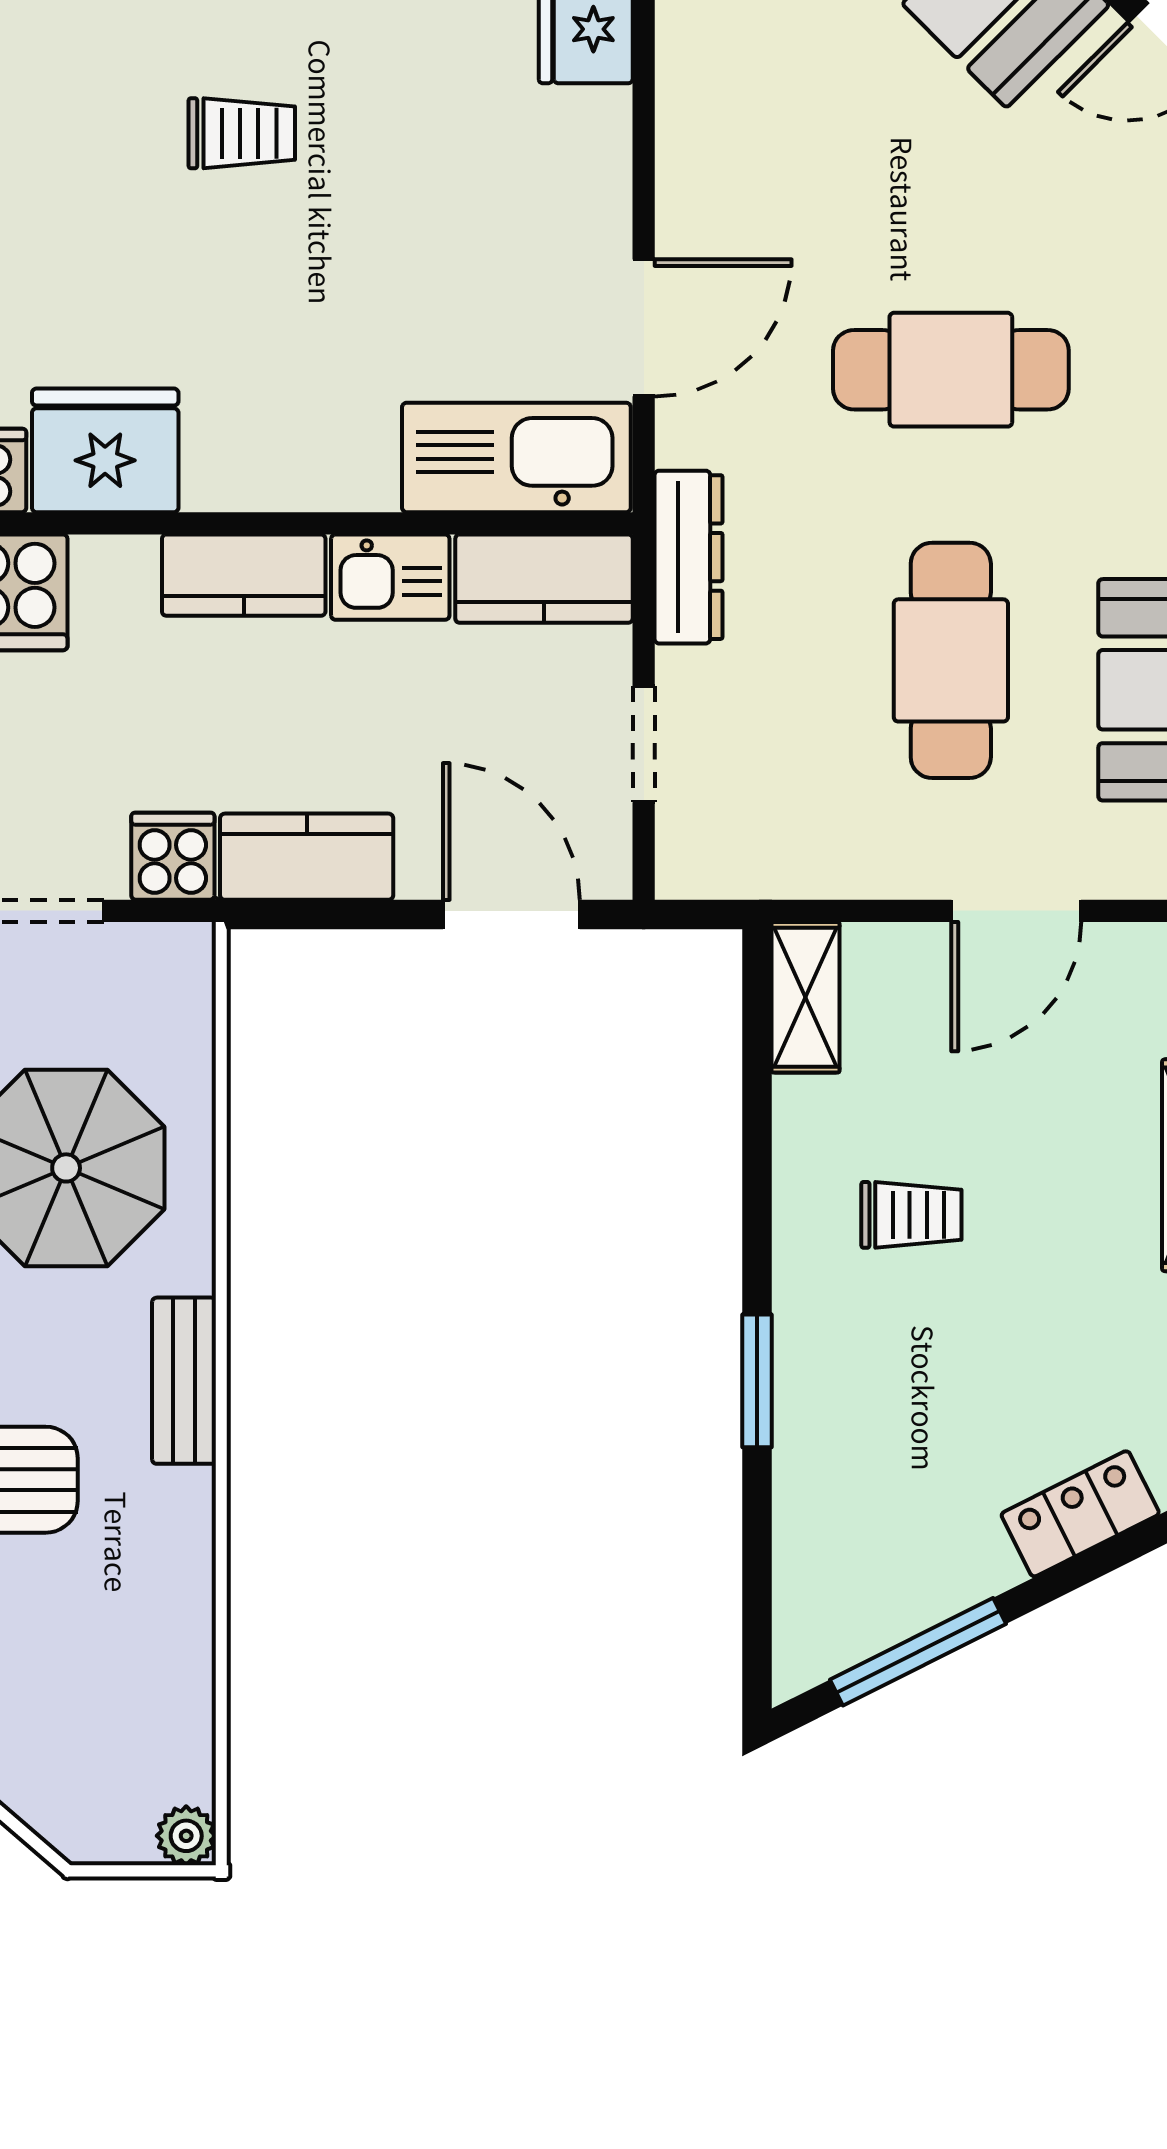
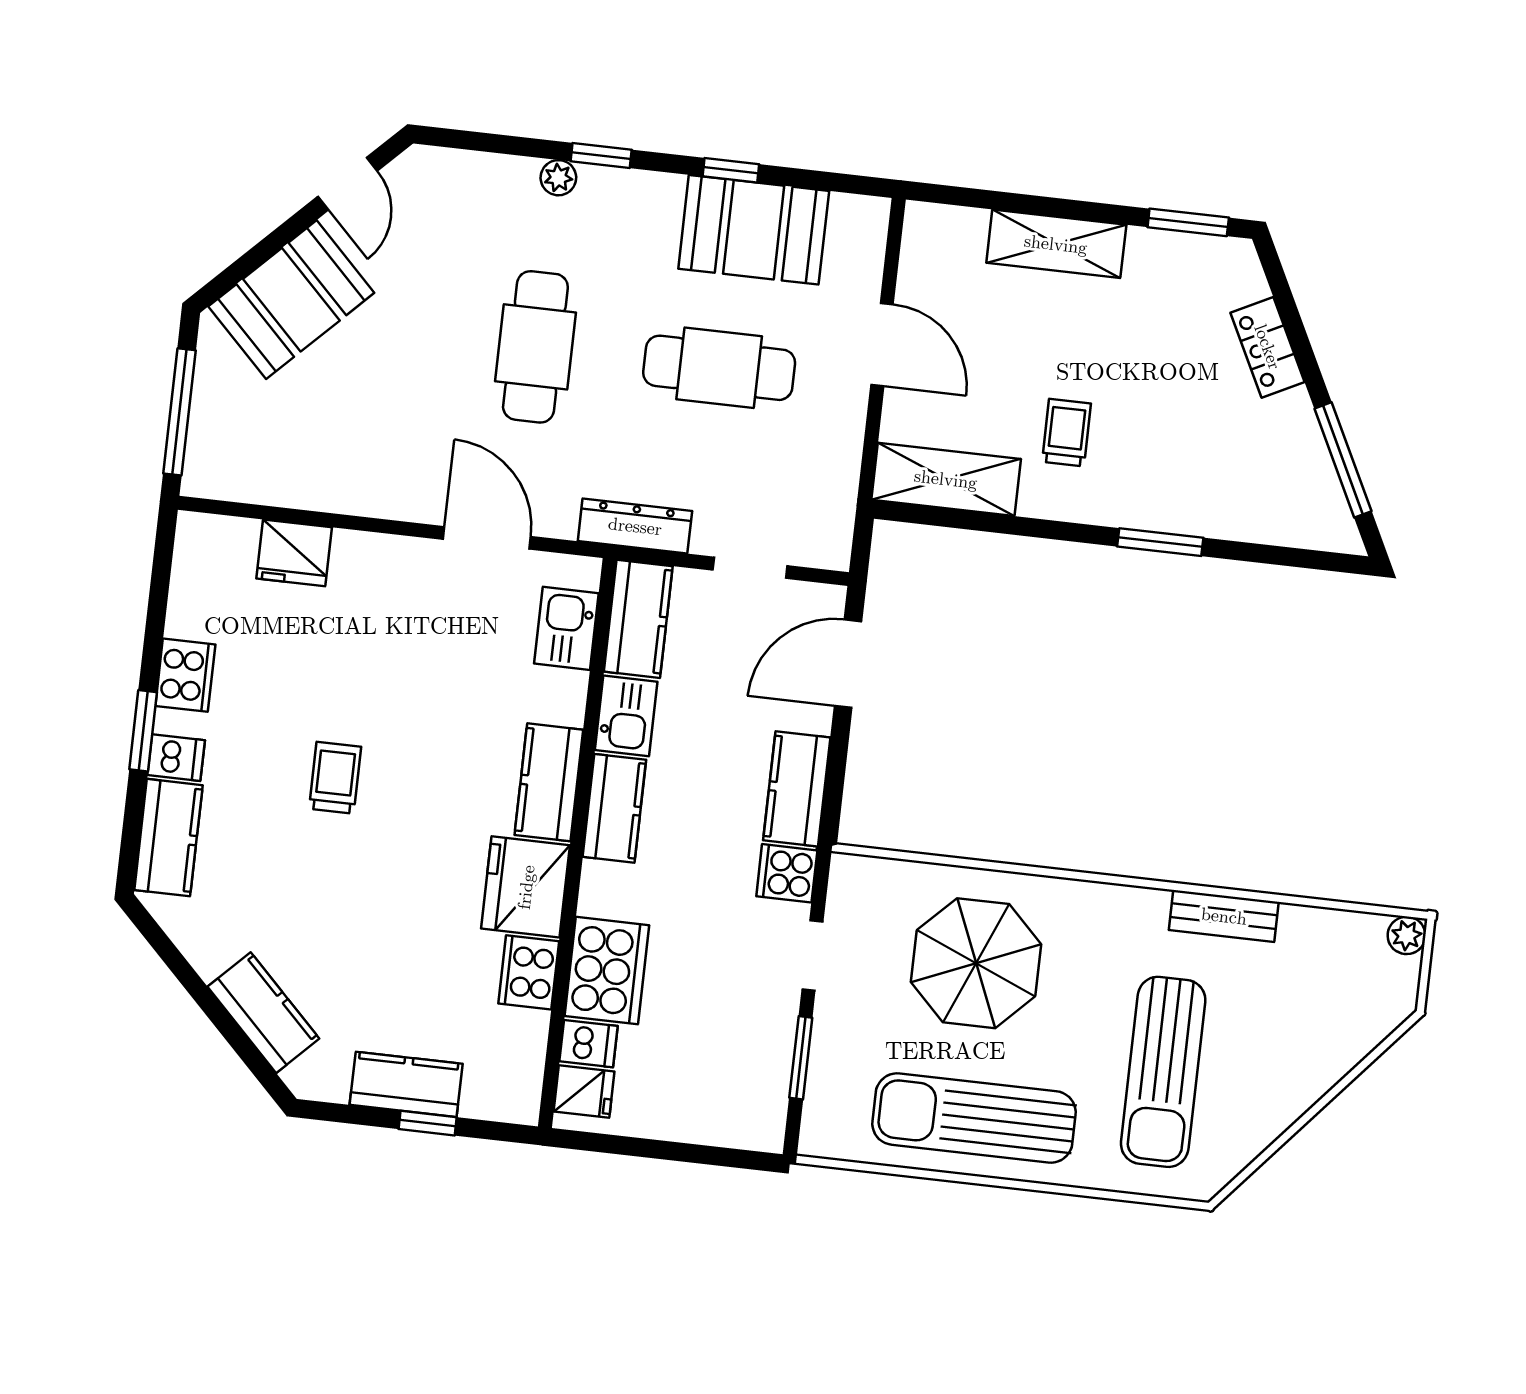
kitchen sink: (516, 457) -> (566, 628), width x0.53, depth x0.81
kitchen counter: (273, 468) -> (549, 782), added
shelving: (806, 997) -> (946, 479), width x1.50, depth x1.33
bench: (184, 1381) -> (1224, 916), moved

